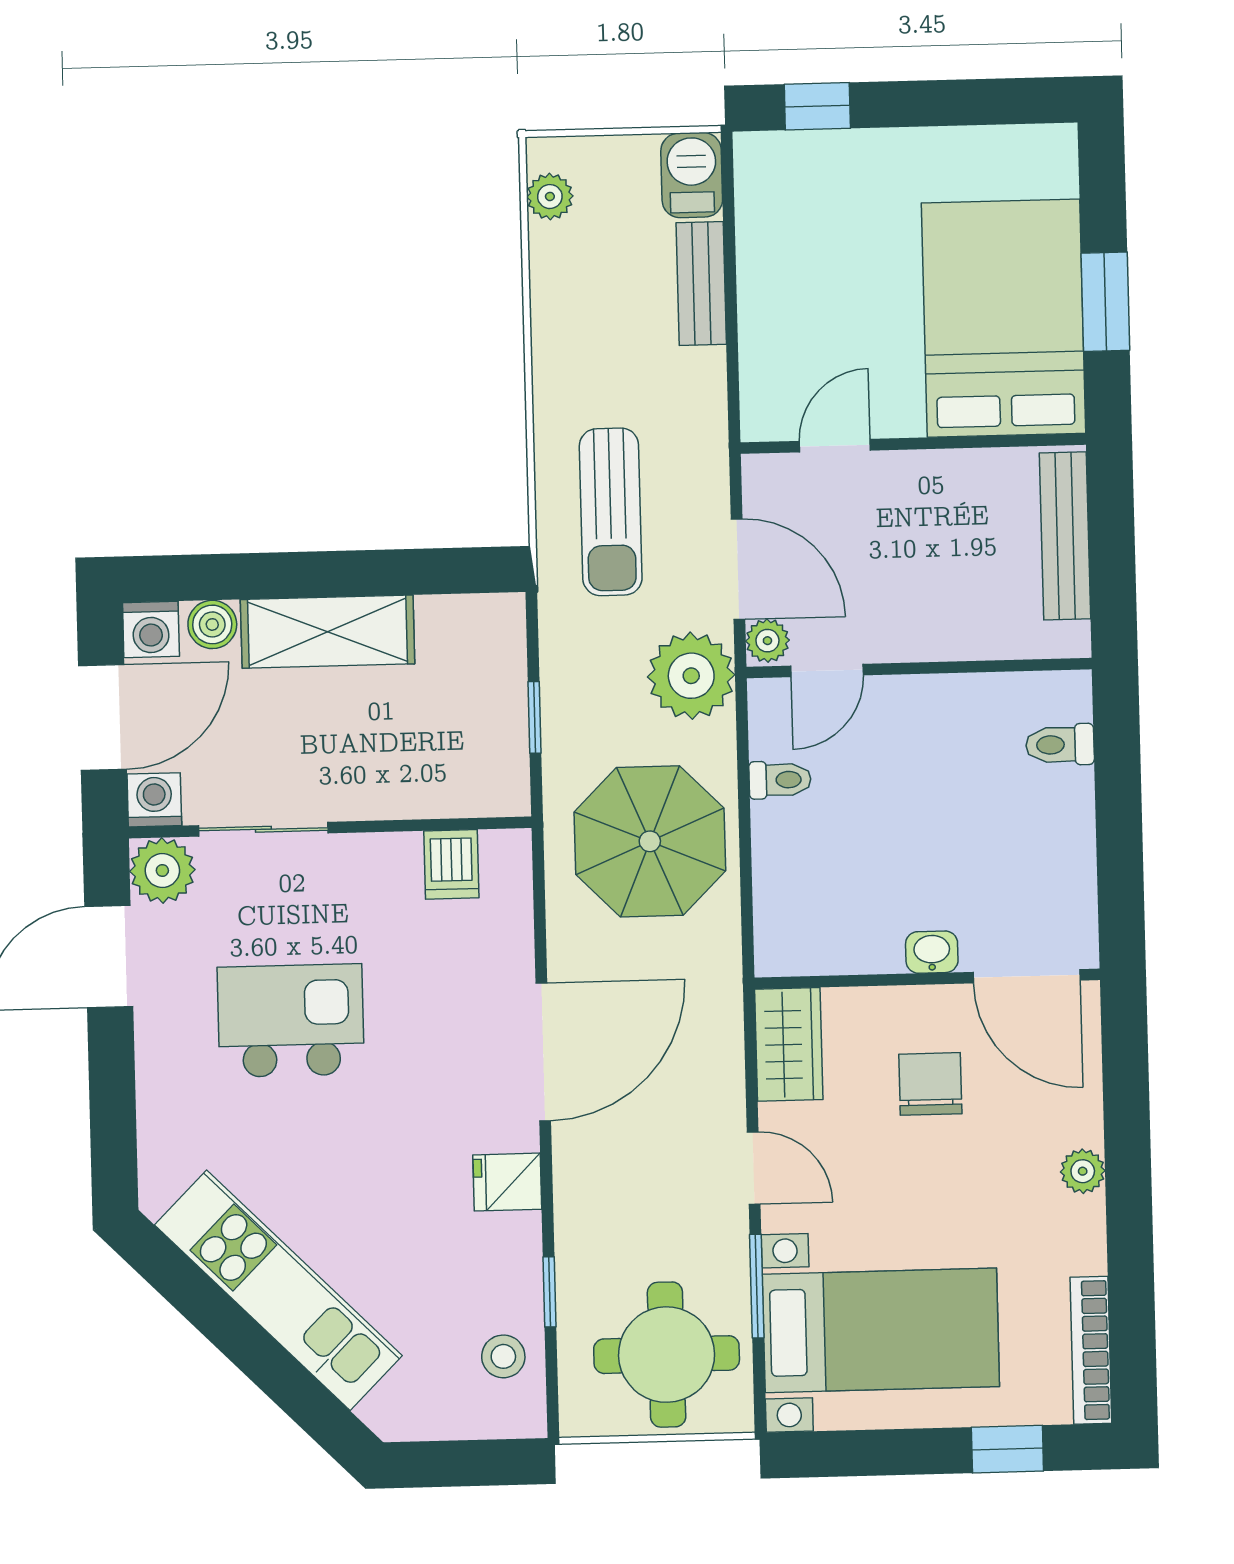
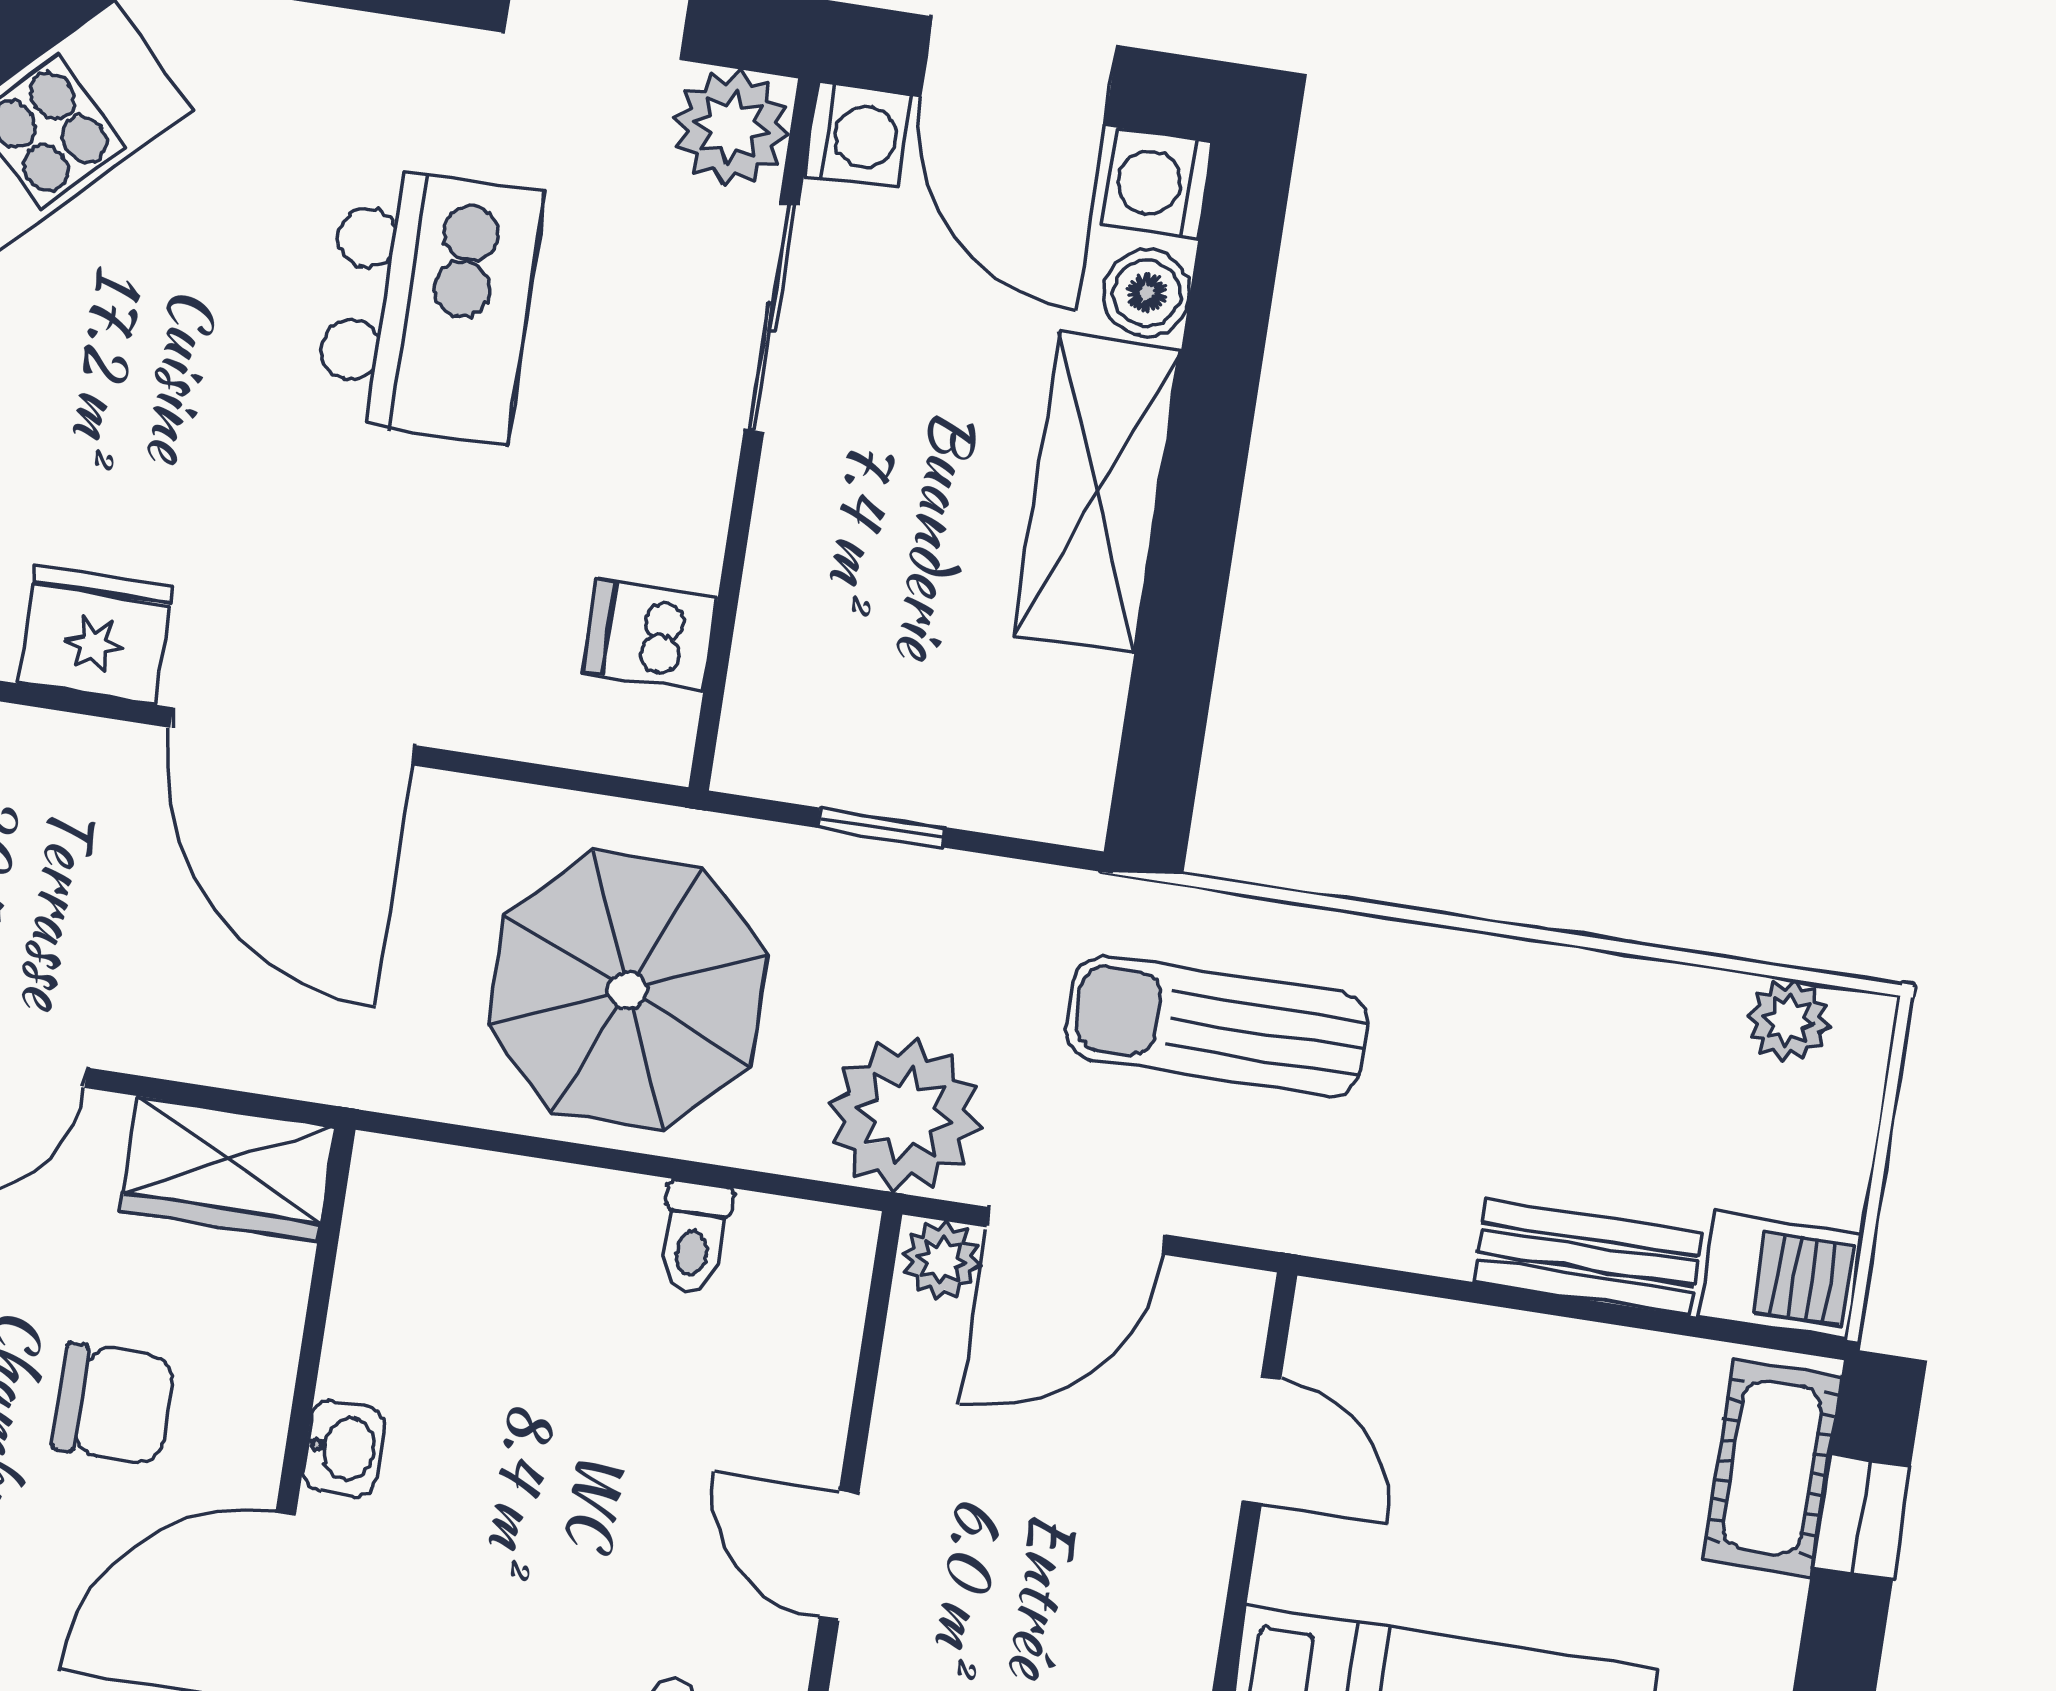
cot: (799, 161) -> (1772, 1467), added
door: (827, 671) -> (839, 1556), moved
fridge: (507, 1182) -> (95, 635), width x1.38

